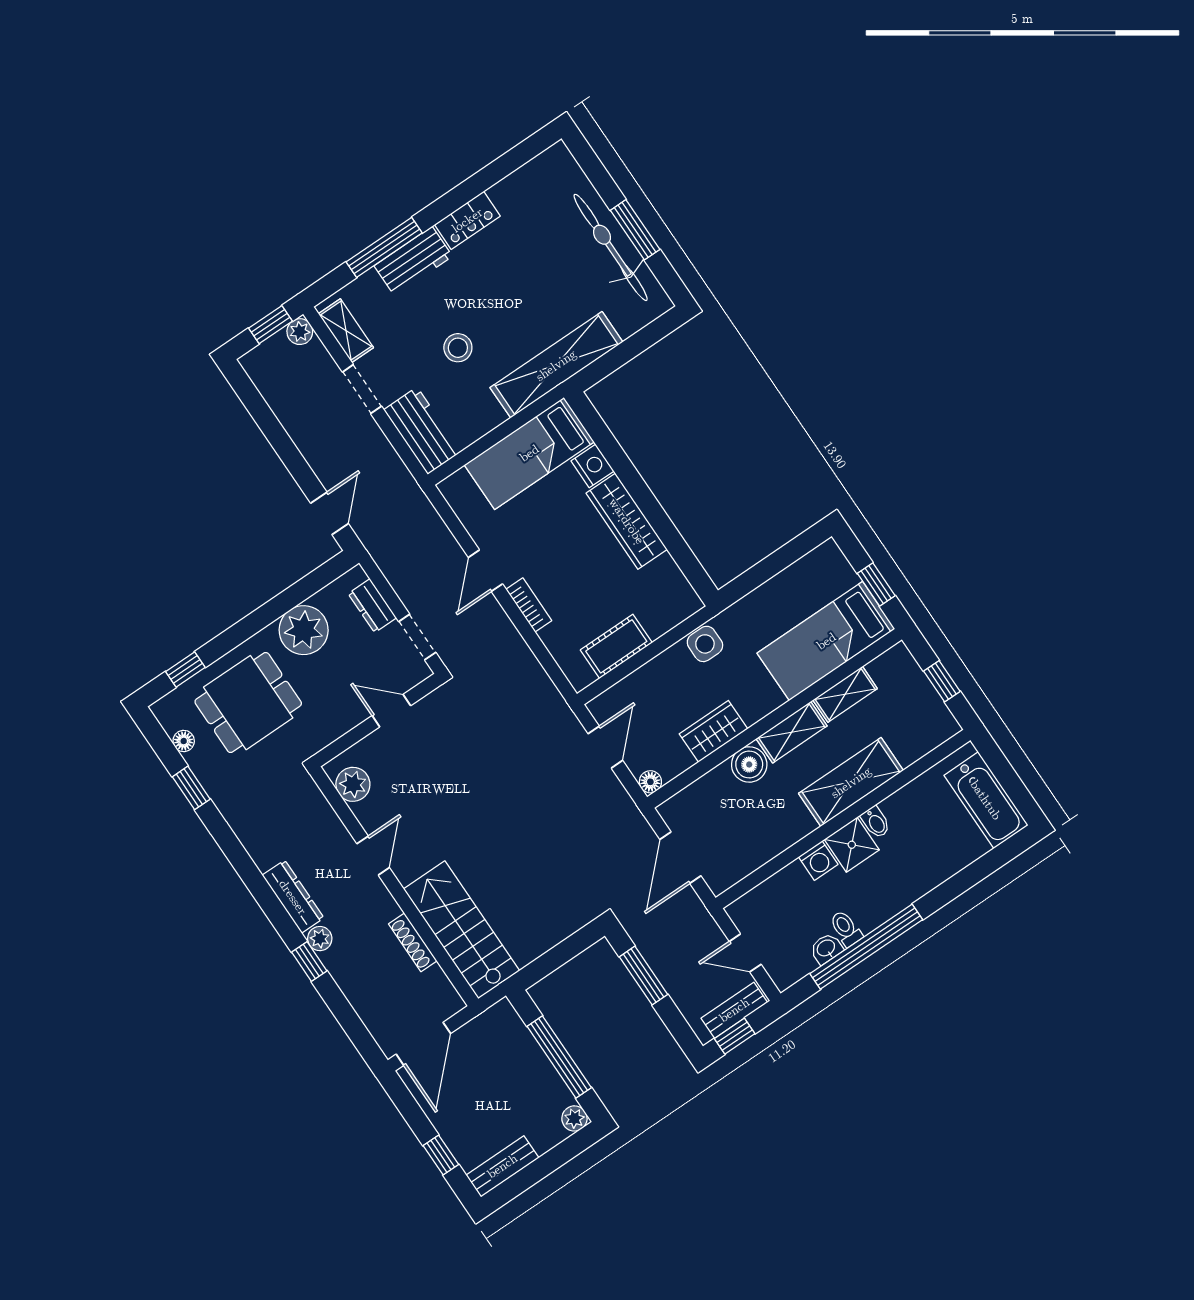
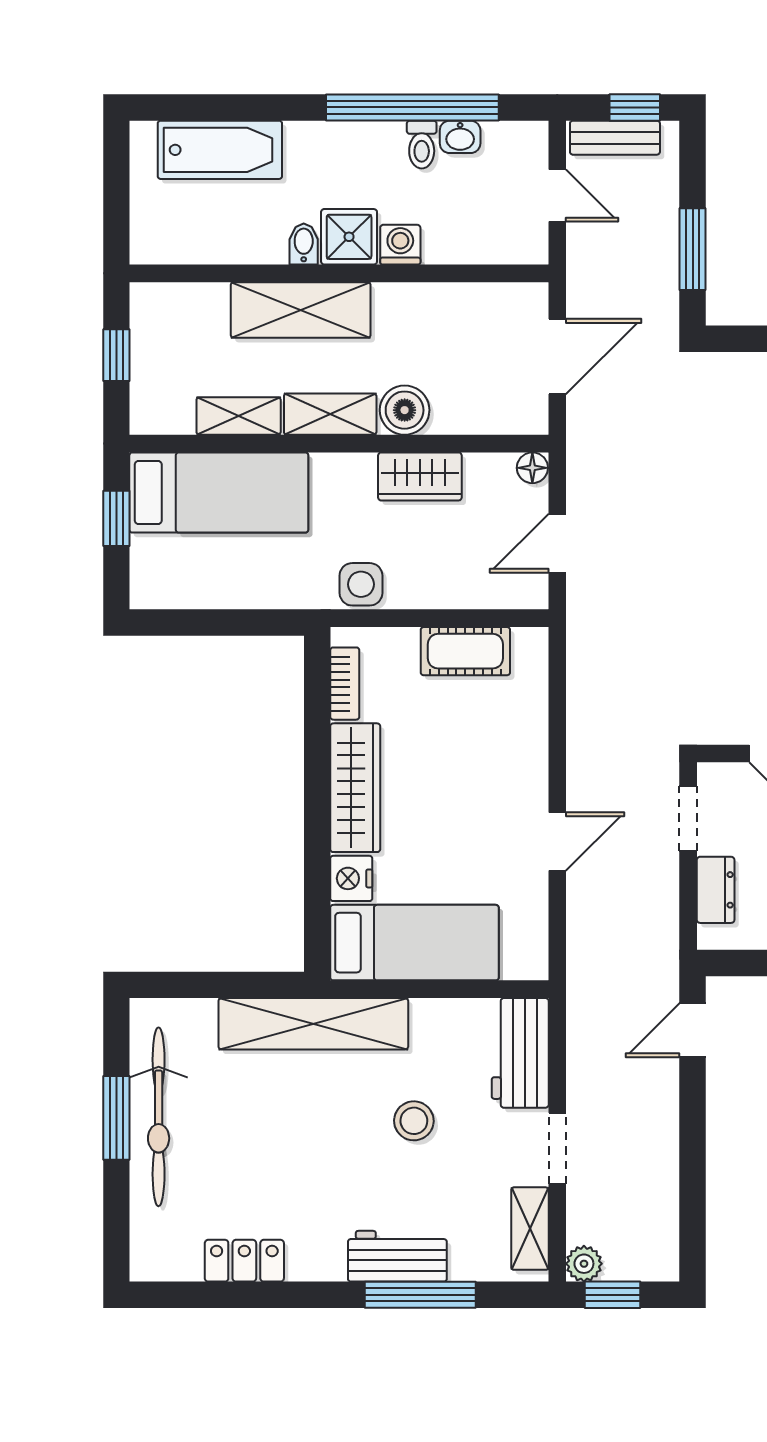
locker: (467, 220) -> (244, 1261), moved
bookcase: (529, 605) -> (345, 684), moved, turned 180
bathtub: (986, 800) -> (220, 150), moved, turned 90

